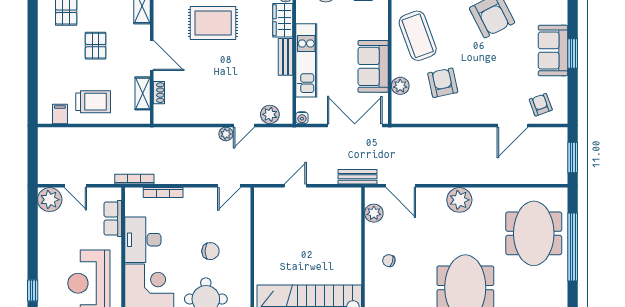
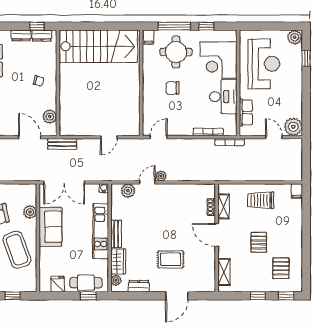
rug: (213, 23) -> (171, 259), width x0.73, depth x0.70
filing cabinet: (60, 114) -> (297, 191), moved

